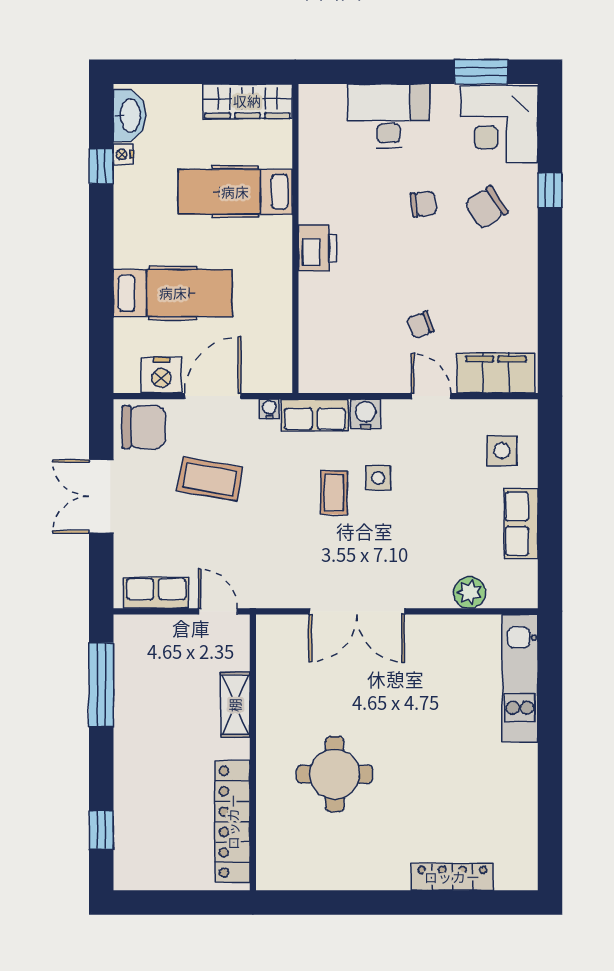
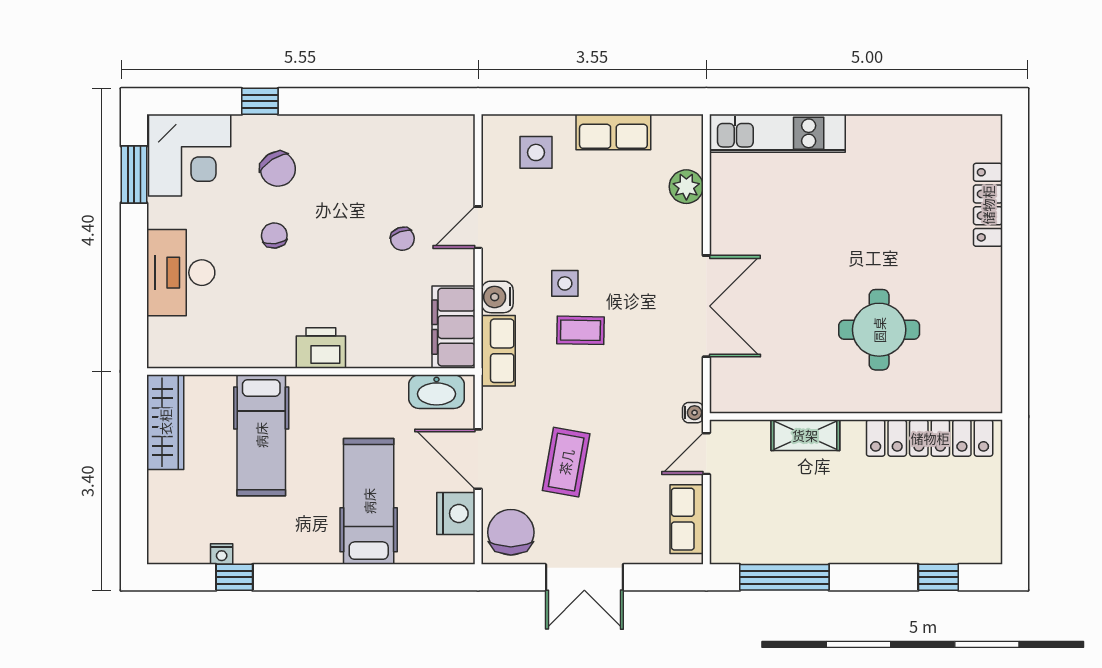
washbasin: (129, 115) -> (436, 392), moved, turned 180
filing cabinet: (496, 373) -> (453, 327), moved
water cooler: (269, 409) -> (693, 413), moved, turned 180

